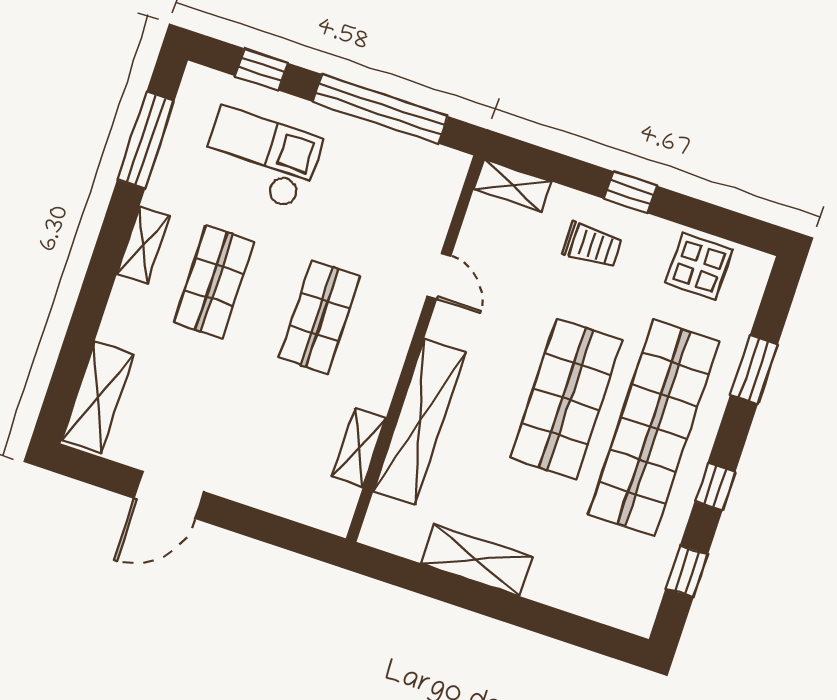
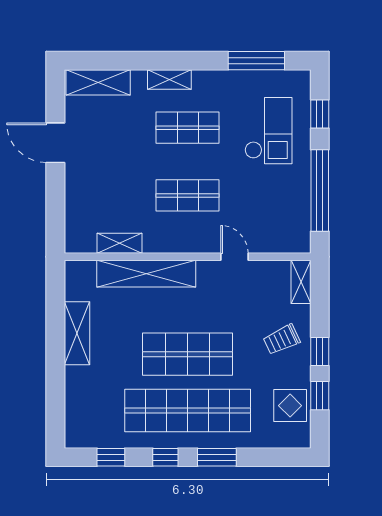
window: (699, 215) -> (320, 396), added
shelving: (143, 245) -> (169, 79), moved
trolley: (592, 245) -> (282, 339), turned 65
door: (439, 276) -> (234, 257), swing flipped
window: (754, 370) -> (217, 457), moved

